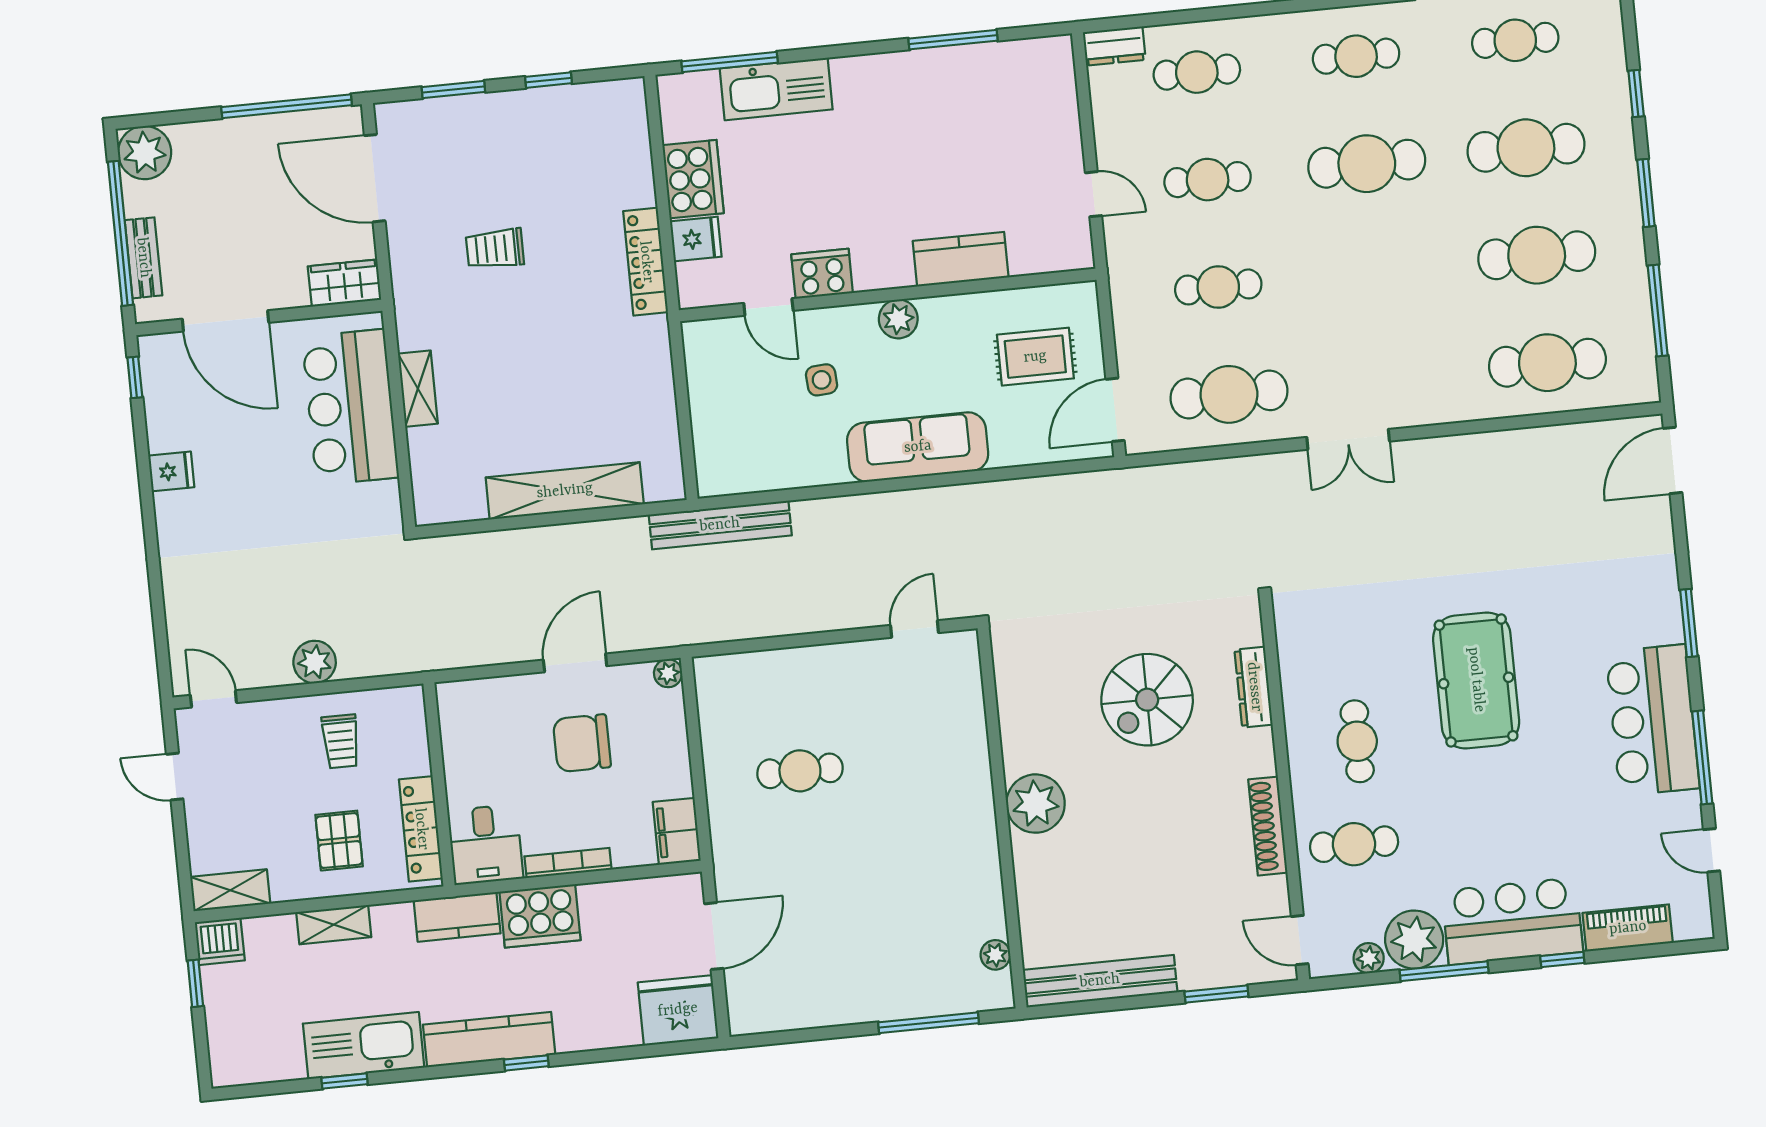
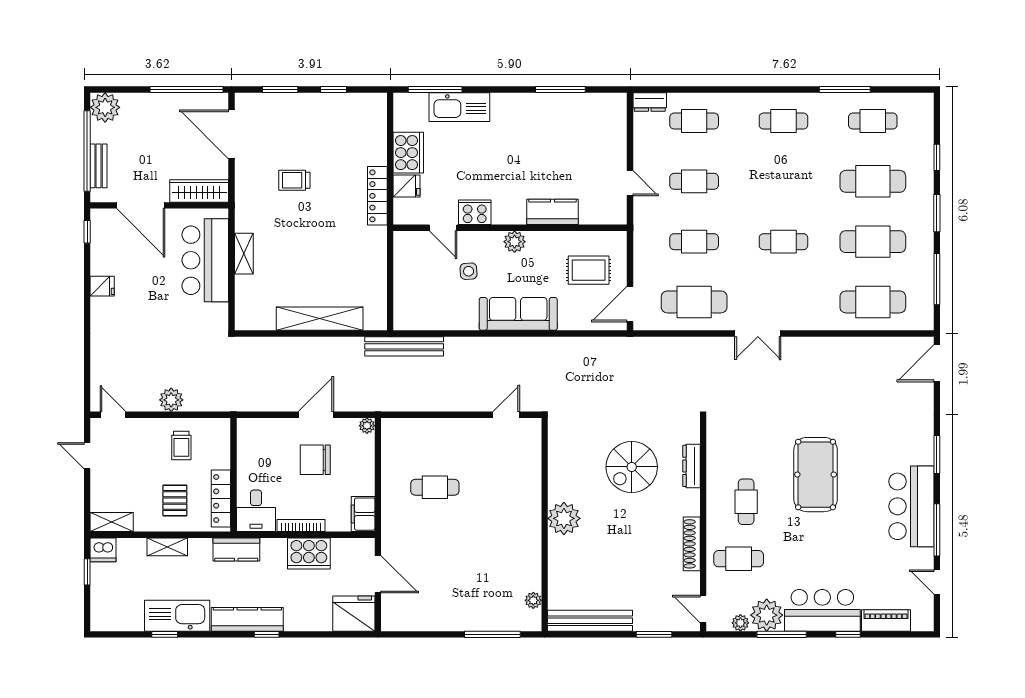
cafe table: (1367, 164) -> (783, 242), moved, width x0.73, depth x0.74
wardrobe: (345, 283) -> (199, 191), width x1.50
cooker: (540, 916) -> (309, 553), moved
door: (714, 936) -> (378, 574), hinge flipped

